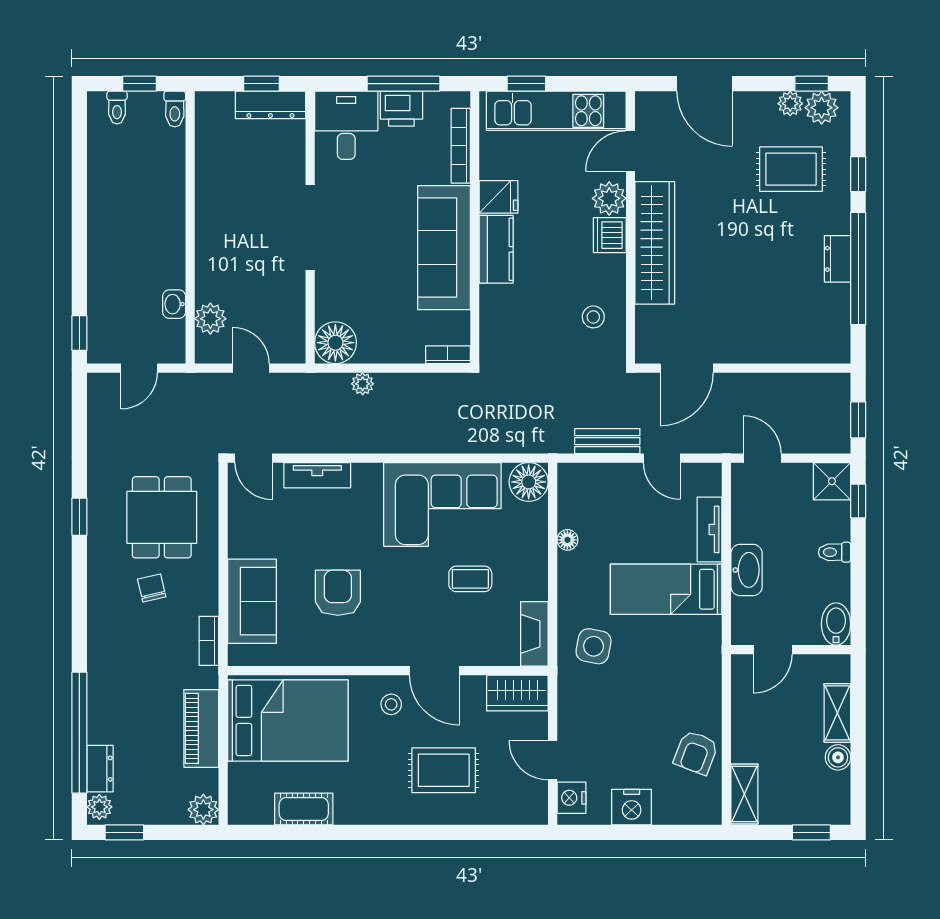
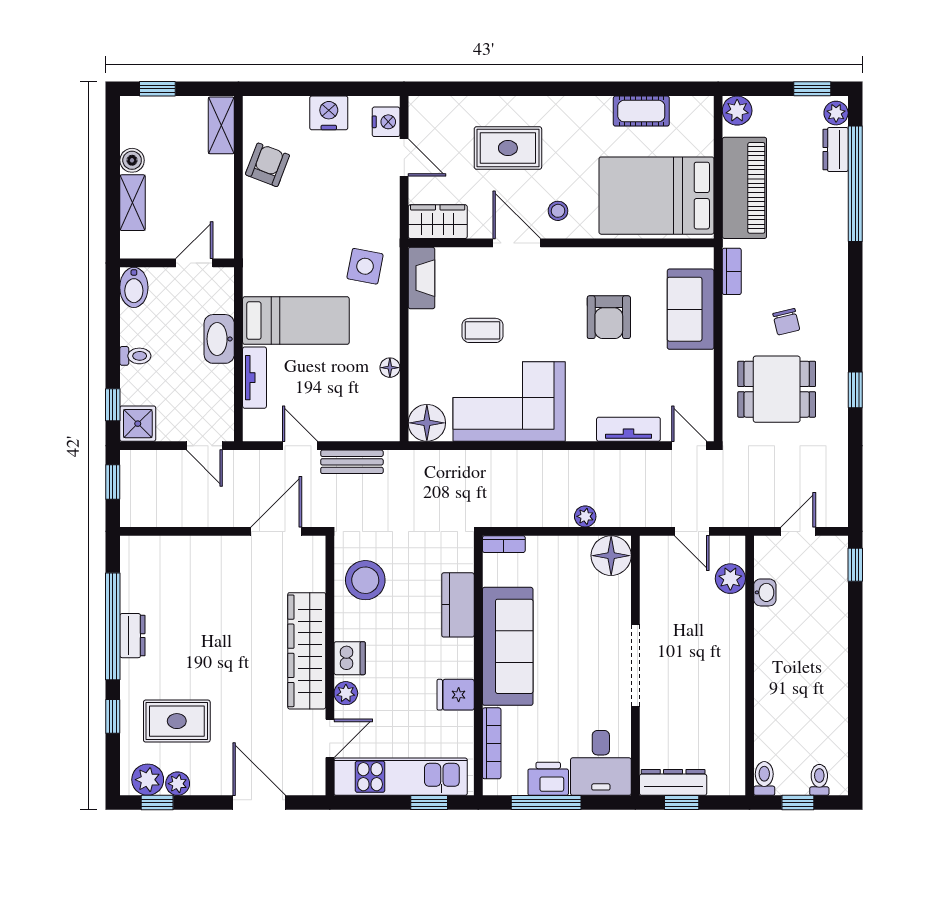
plant: (609, 198) -> (346, 693), width x0.73, depth x0.73
kitchen counter: (496, 249) -> (458, 605), moved
stool: (593, 317) -> (365, 580), width x1.89, depth x1.89
dining table: (162, 517) -> (777, 389), turned 90
piano: (201, 728) -> (744, 188), width x1.37, depth x1.33

